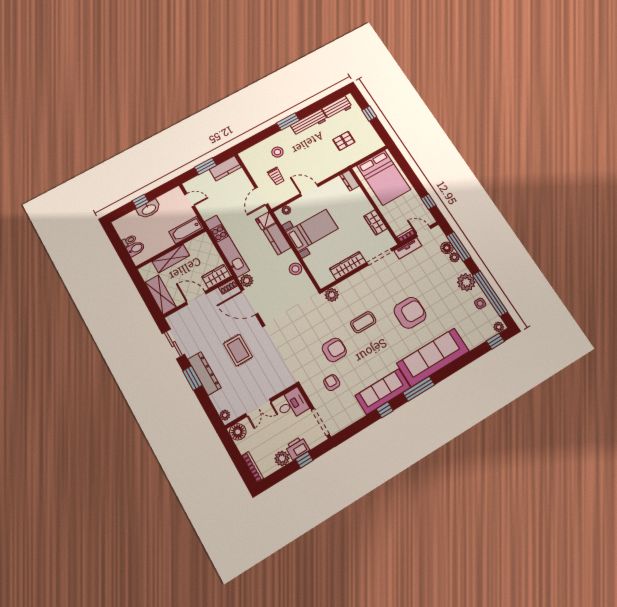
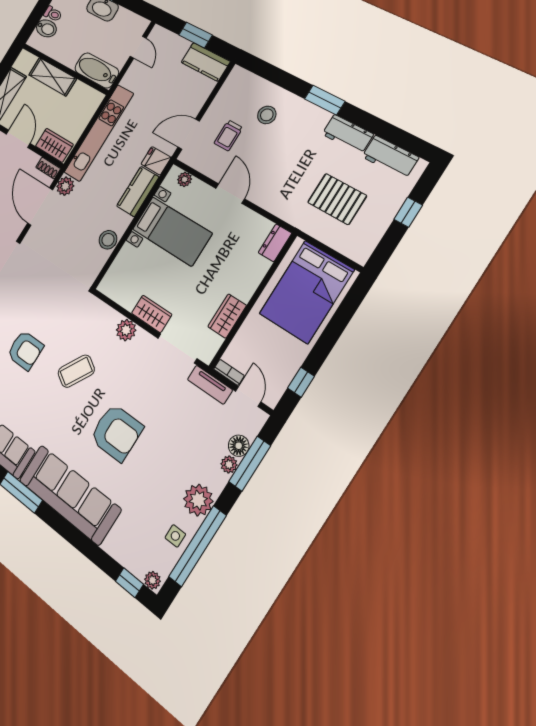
workbench: (309, 122) -> (348, 134), width x0.73
pallet: (344, 141) -> (337, 199), width x1.50, depth x1.42
wardrobe: (348, 266) -> (152, 314), width x0.67
plant: (332, 295) -> (126, 330), moved
coffee table: (363, 322) -> (76, 371), turned -59

